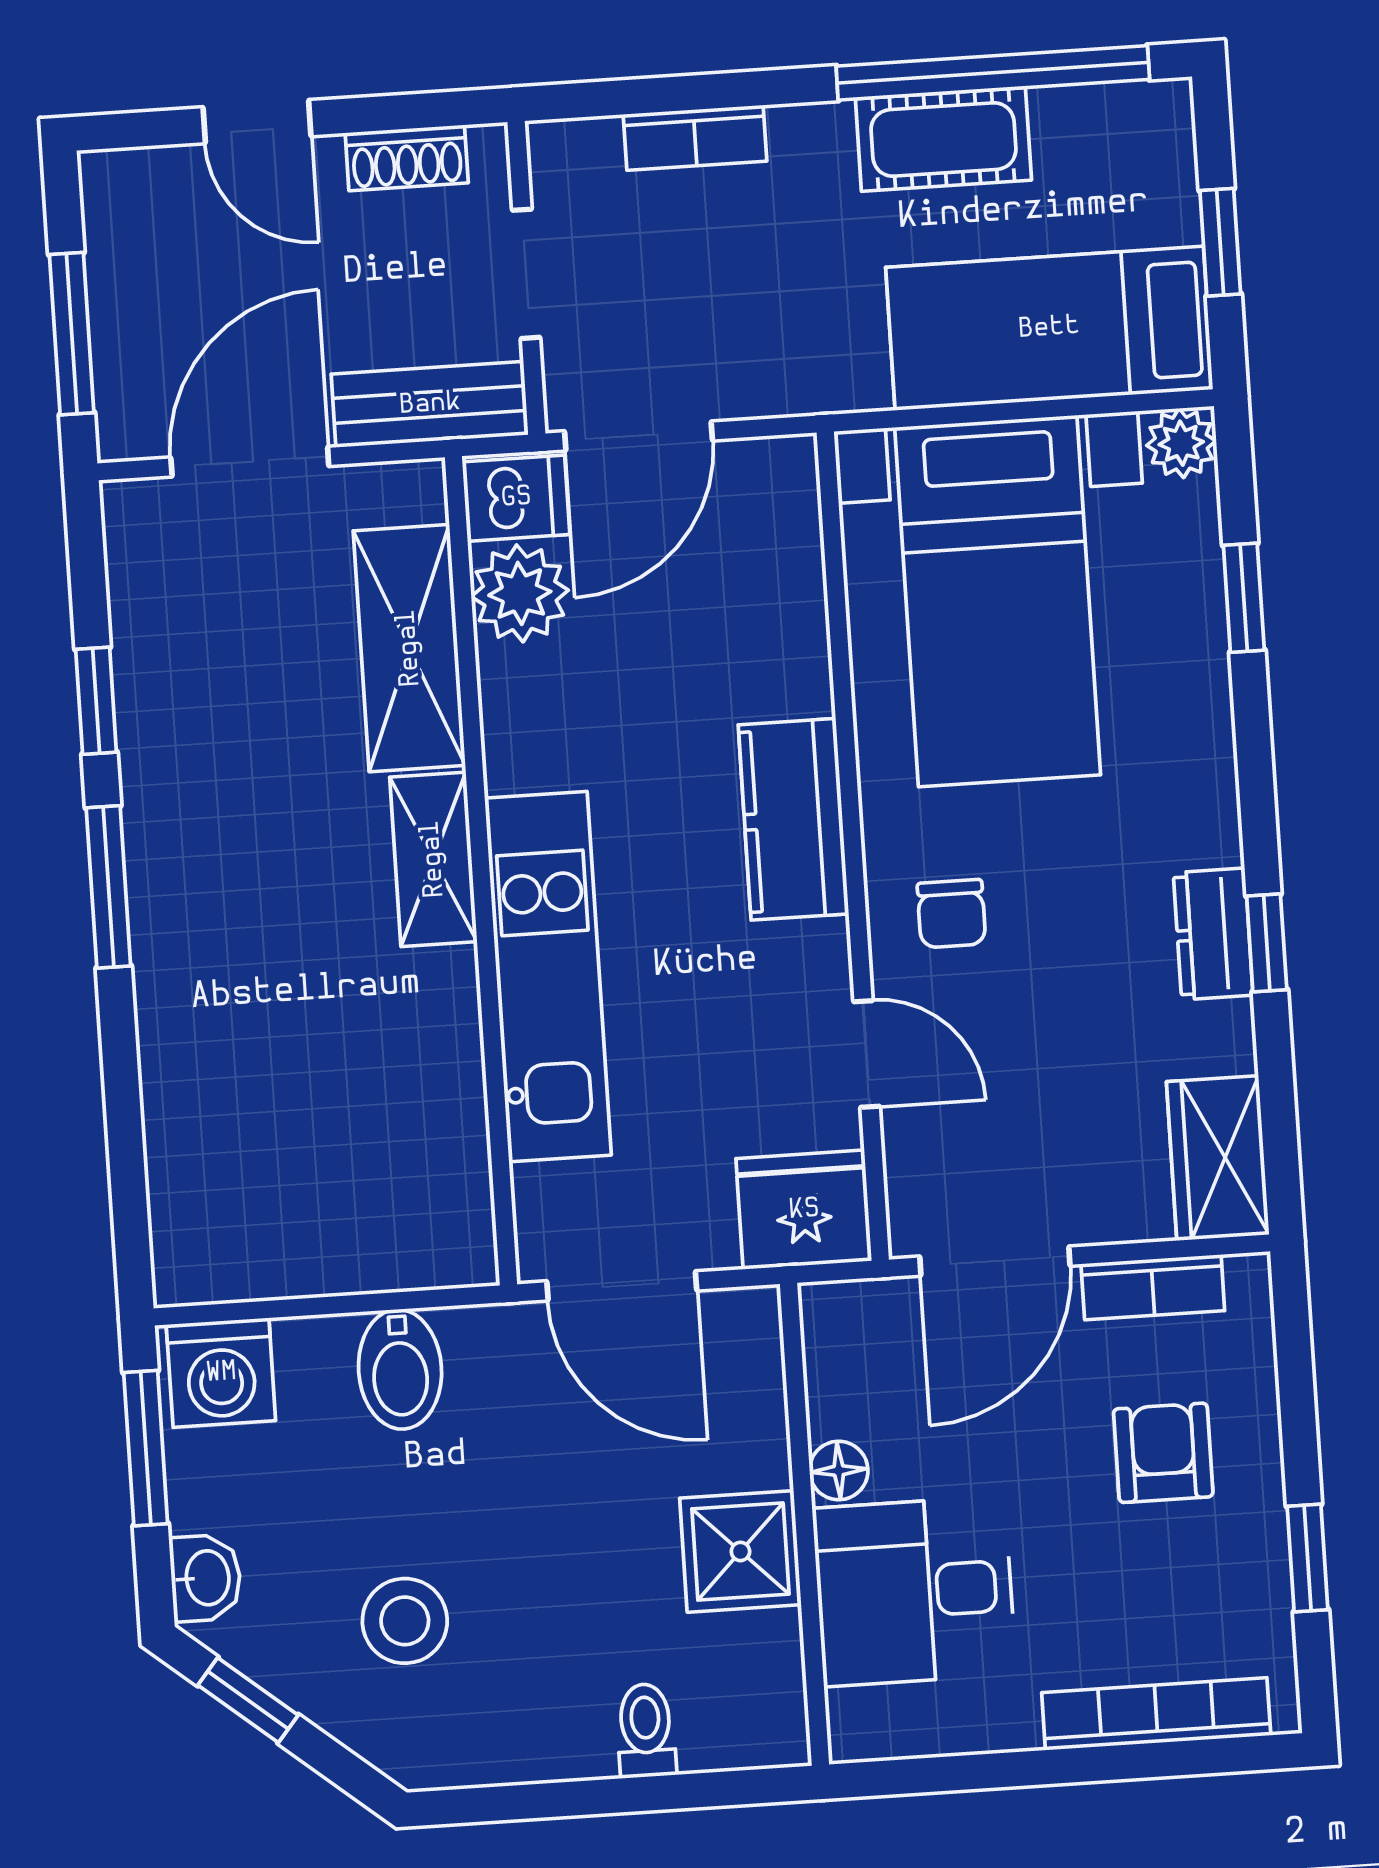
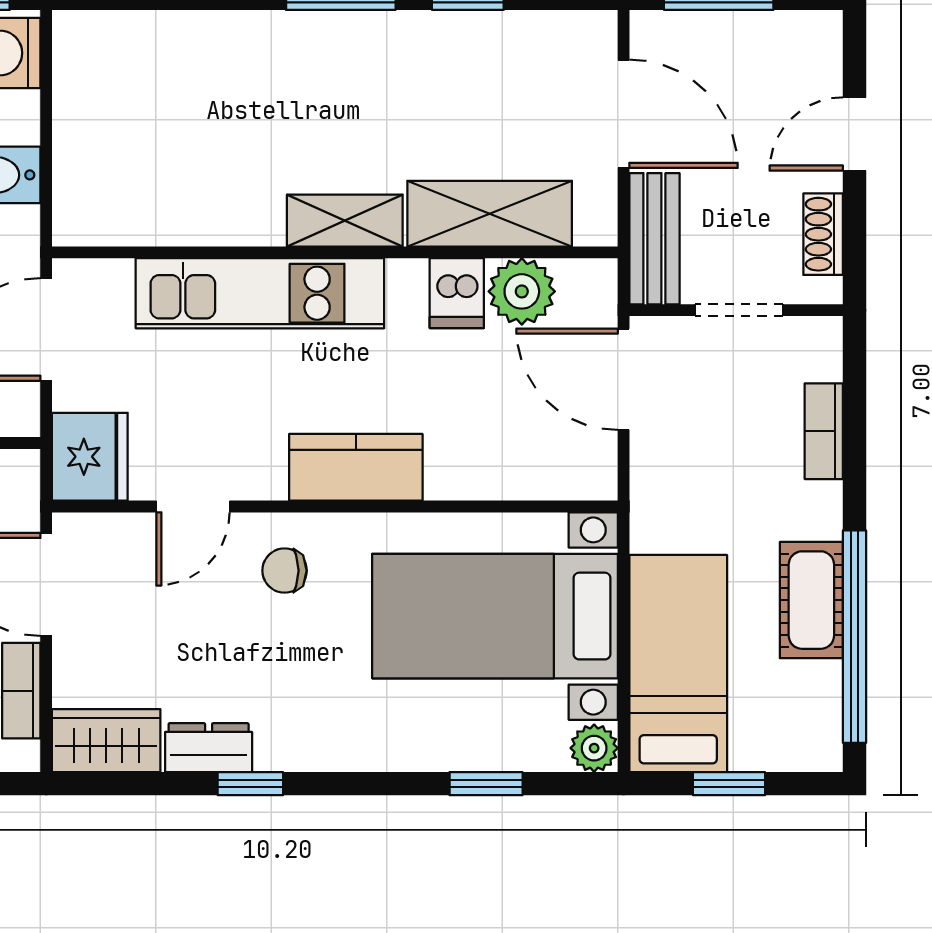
dishwasher: (516, 498) -> (457, 293), moved
dresser: (1213, 934) -> (209, 748), moved

